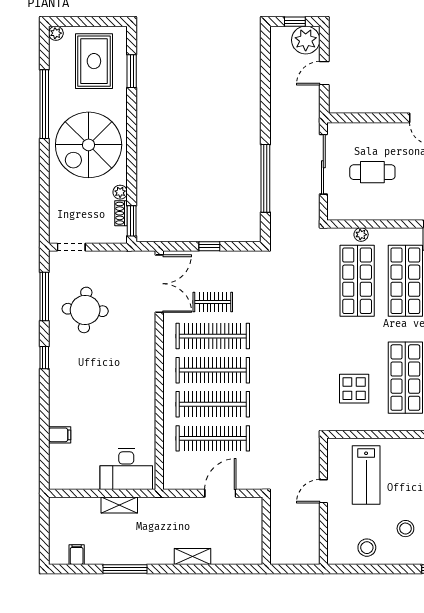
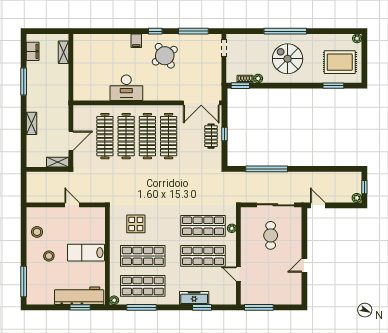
plant: (306, 40) -> (357, 198), width x0.53, depth x0.53
door: (324, 73) -> (318, 205), moved
window: (44, 104) -> (285, 31), moved
spiral stairs: (89, 145) -> (288, 59), width x0.73, depth x0.73
clothes rail: (213, 302) -> (211, 136), moved
round table: (85, 310) -> (165, 56), moved, turned -38
filing cabinet: (60, 435) -> (136, 41), moved
desk: (126, 469) -> (126, 88), moved, turned -90
lab bench: (366, 475) -> (86, 253), moved
door: (220, 493) -> (71, 141), hinge flipped
shelving: (119, 505) -> (64, 52), moved
shelving: (255, 514) -> (58, 162), added
filing cabinet: (77, 555) -> (33, 51), width x2.00

